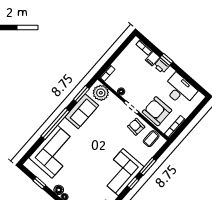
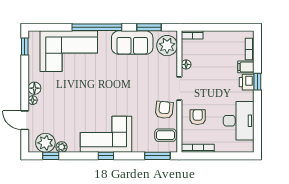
armchair: (157, 111) -> (198, 117), width x0.53, depth x0.53
window: (148, 166) -> (157, 156), moved
window: (39, 183) -> (25, 46), moved

